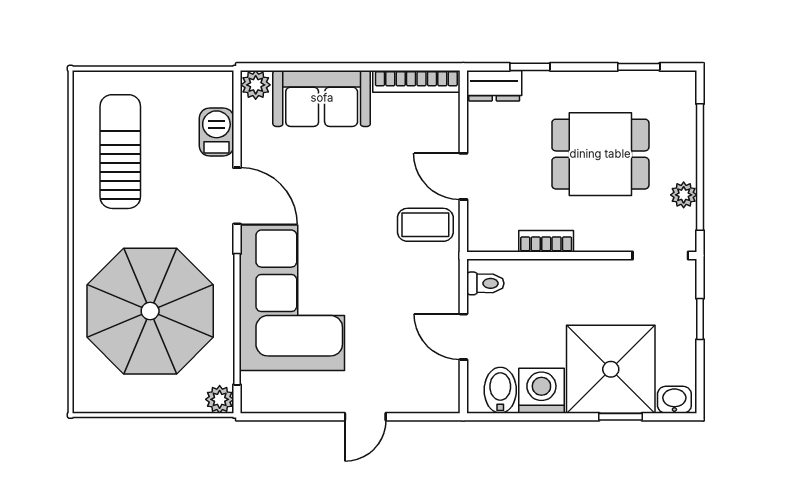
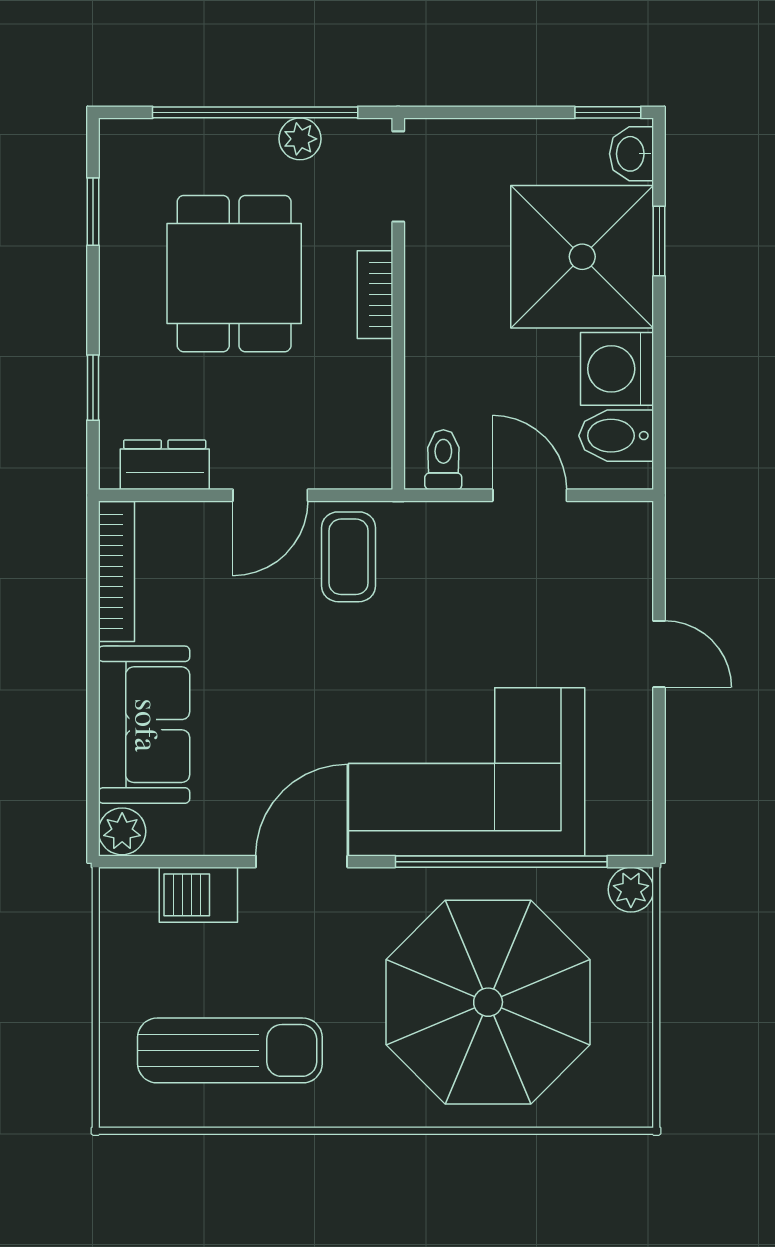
dresser: (494, 86) -> (165, 465), moved, turned -90
sun lounger: (120, 152) -> (230, 1050), turned 180
bookcase: (546, 241) -> (375, 295), moved
window: (700, 319) -> (608, 112), moved
door: (463, 337) -> (530, 495), swing flipped

